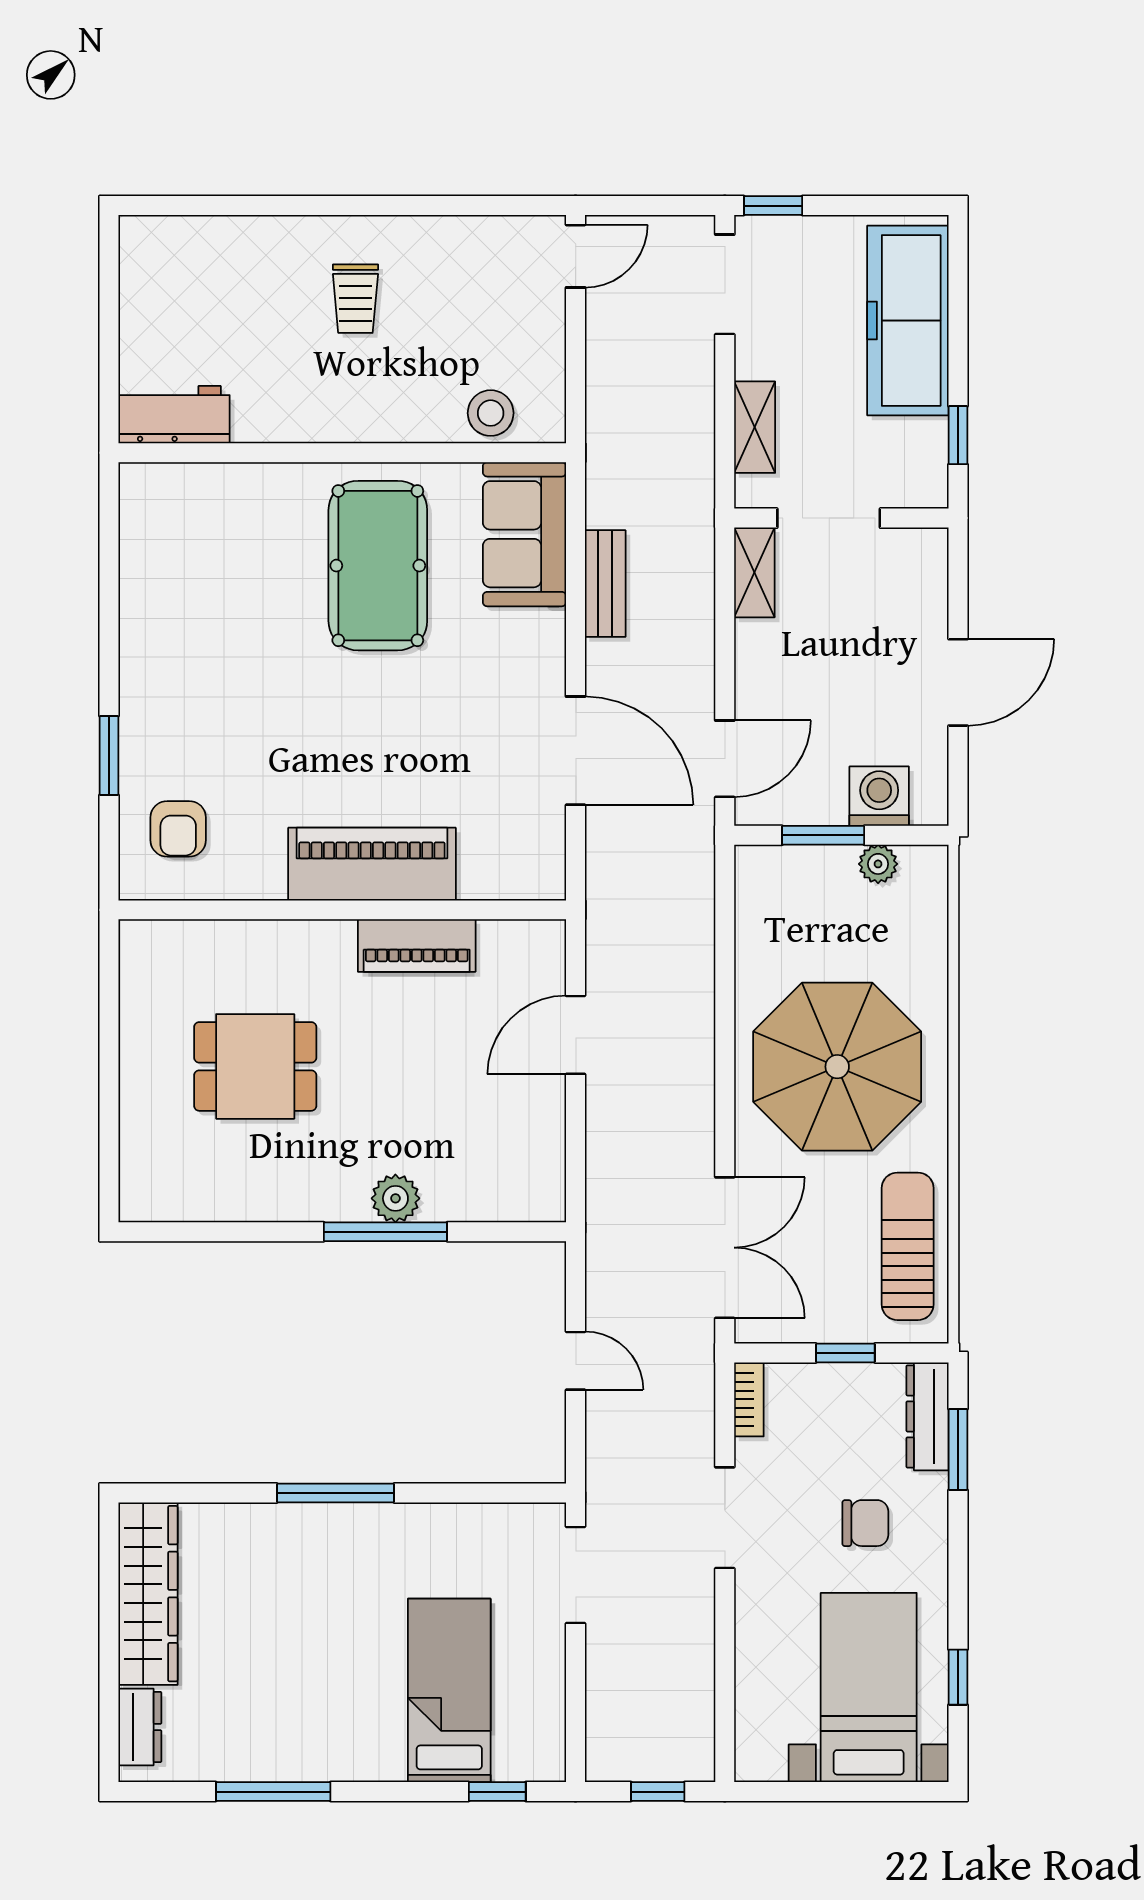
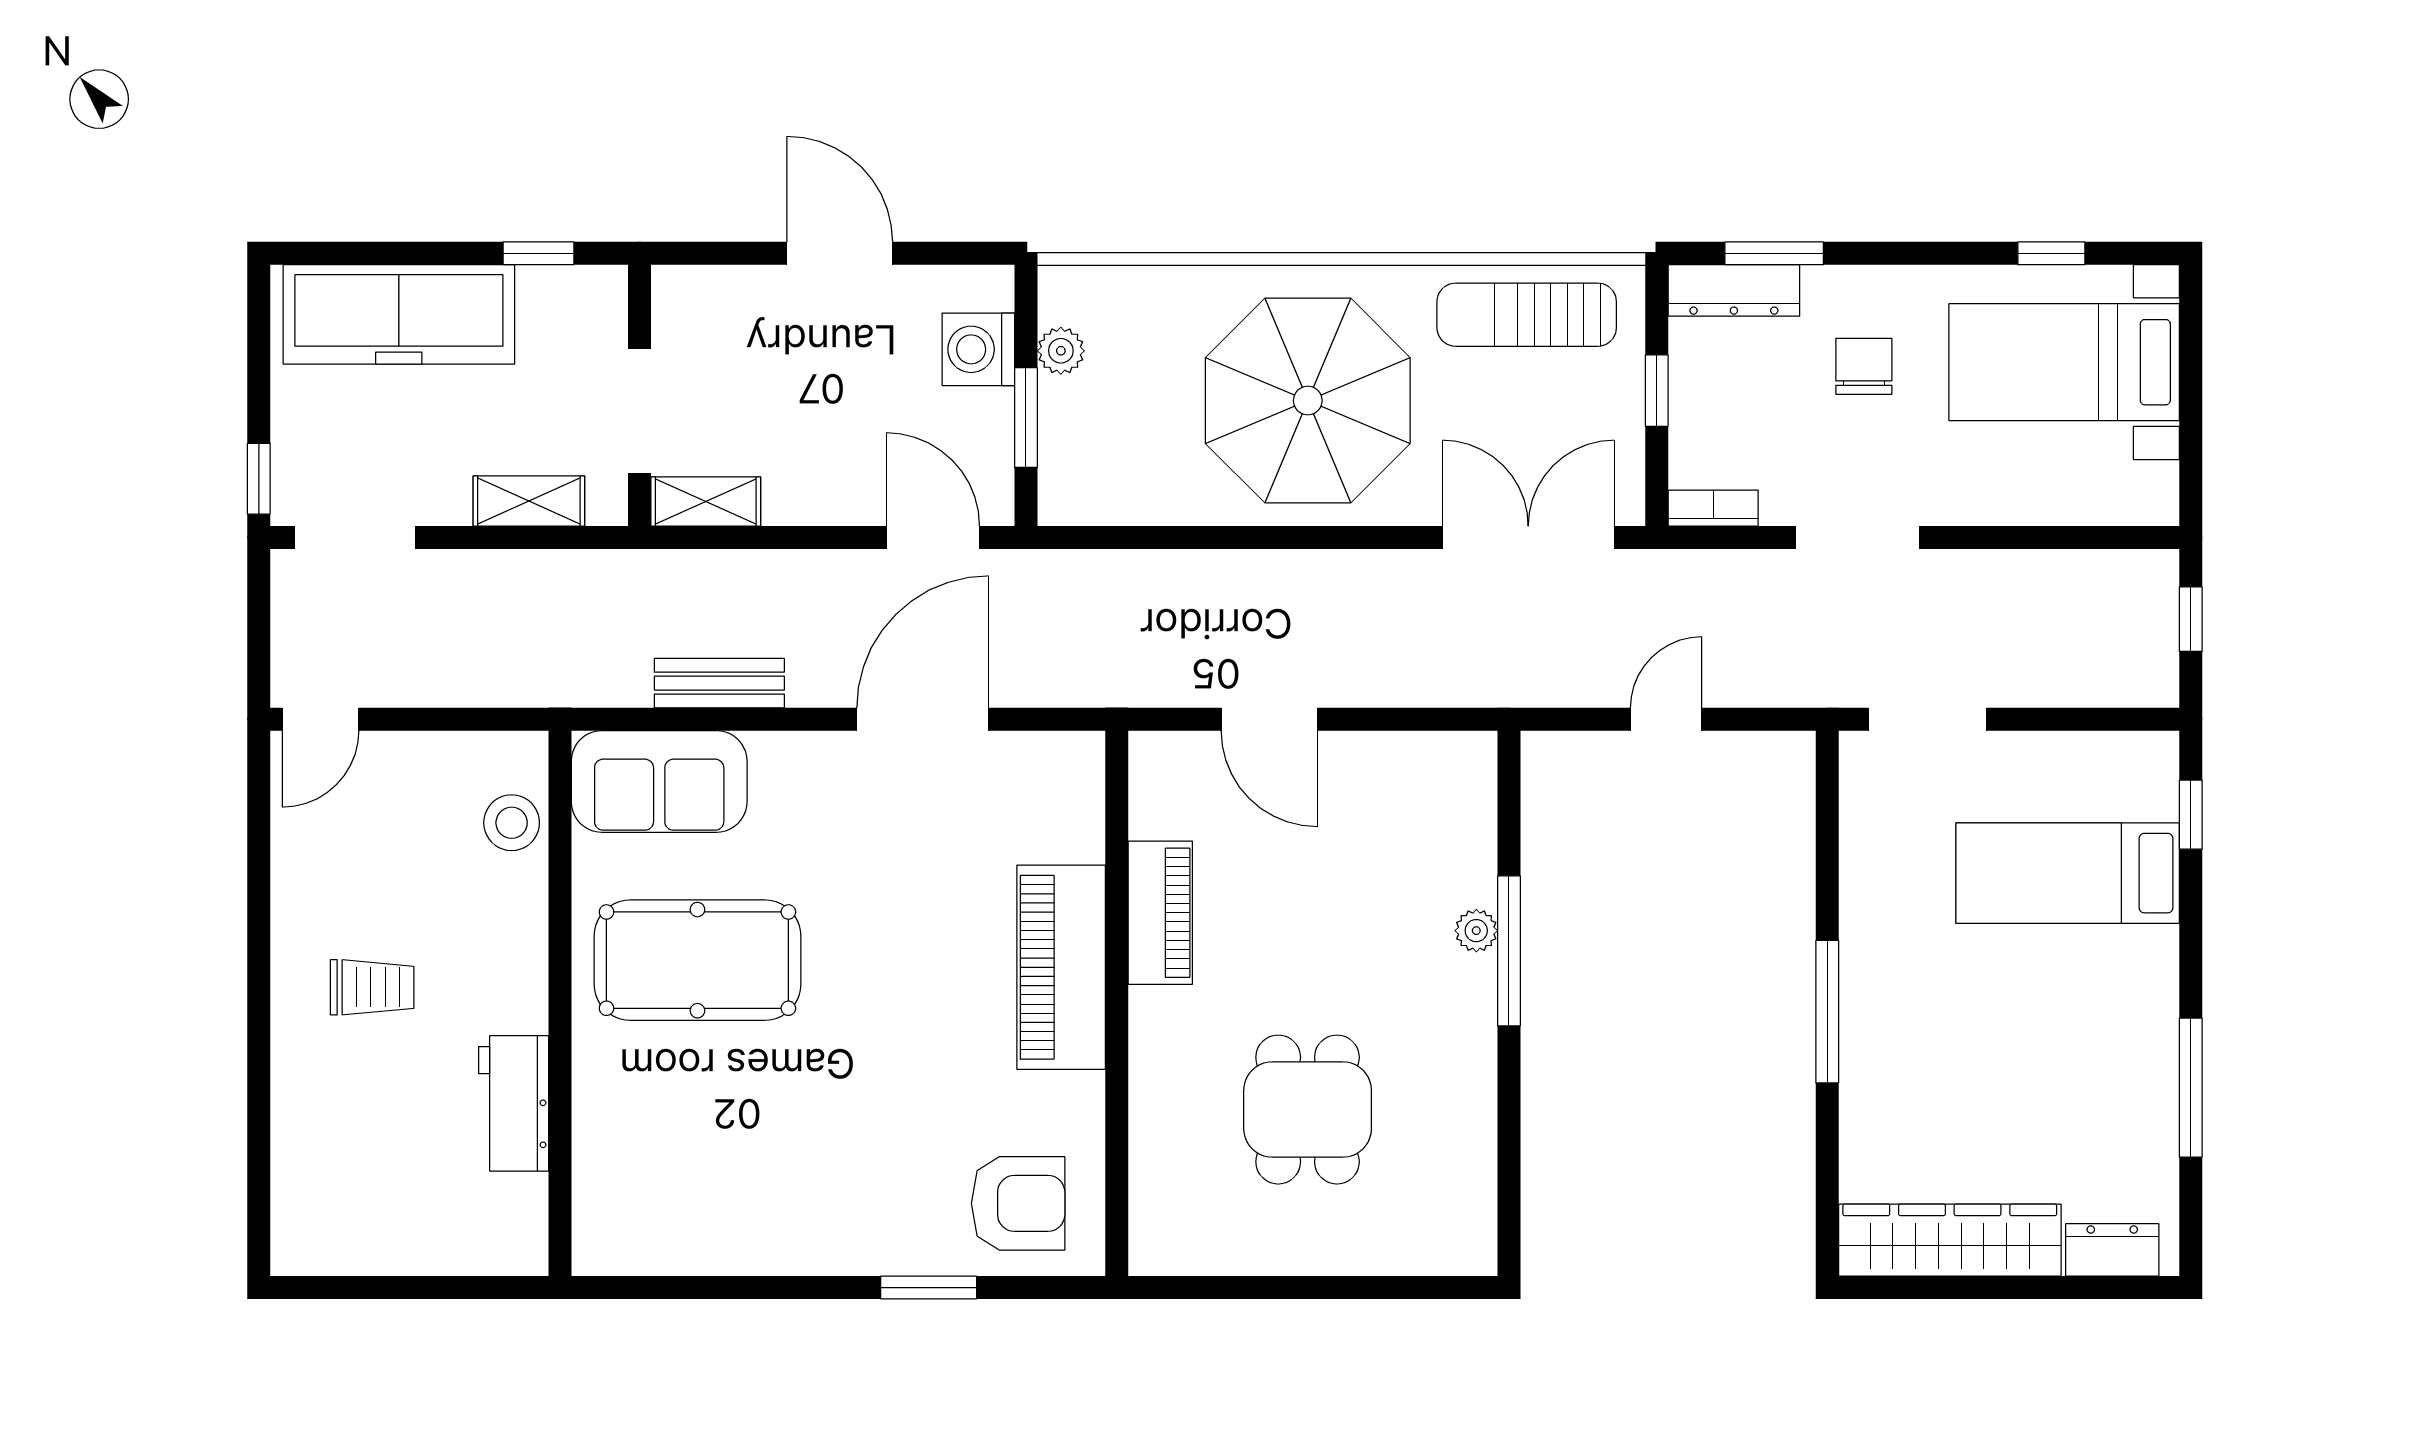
door: (576, 256) -> (321, 719), swing flipped
workbench: (174, 415) -> (514, 1103), moved
armchair: (178, 829) -> (1018, 1203), width x1.38, depth x1.38
plant: (395, 1198) -> (1476, 931), width x0.73, depth x0.73

